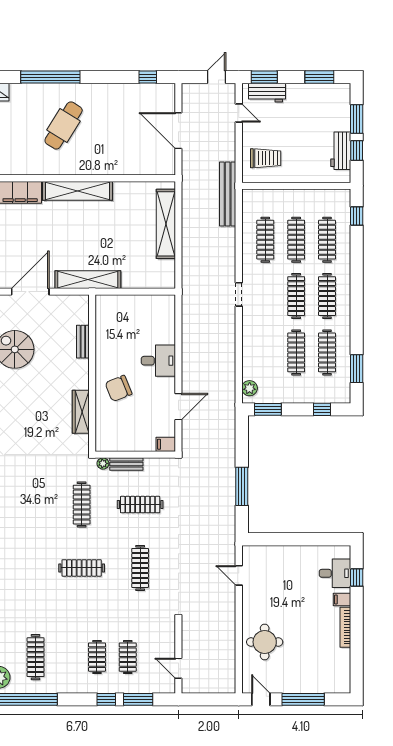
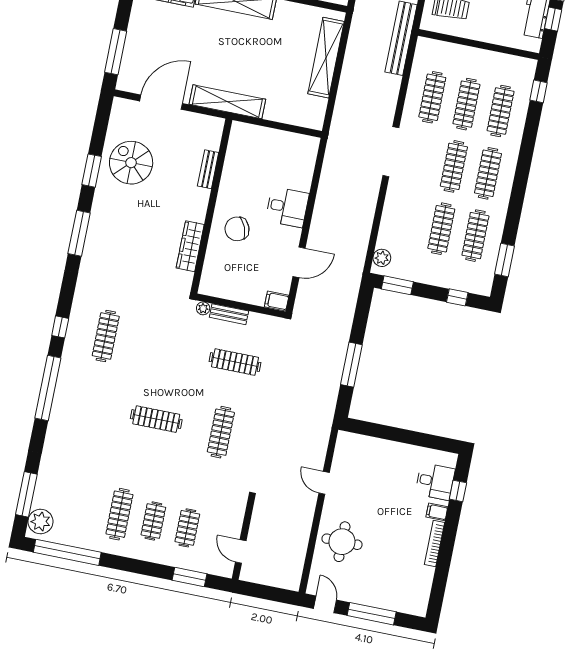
doorway: (239, 294) -> (391, 152), width x1.87
clothes rail: (82, 505) -> (106, 336), moved
door: (239, 575) -> (324, 483), moved
clothes rail: (36, 657) -> (119, 514), moved
window: (106, 699) -> (154, 570), removed

